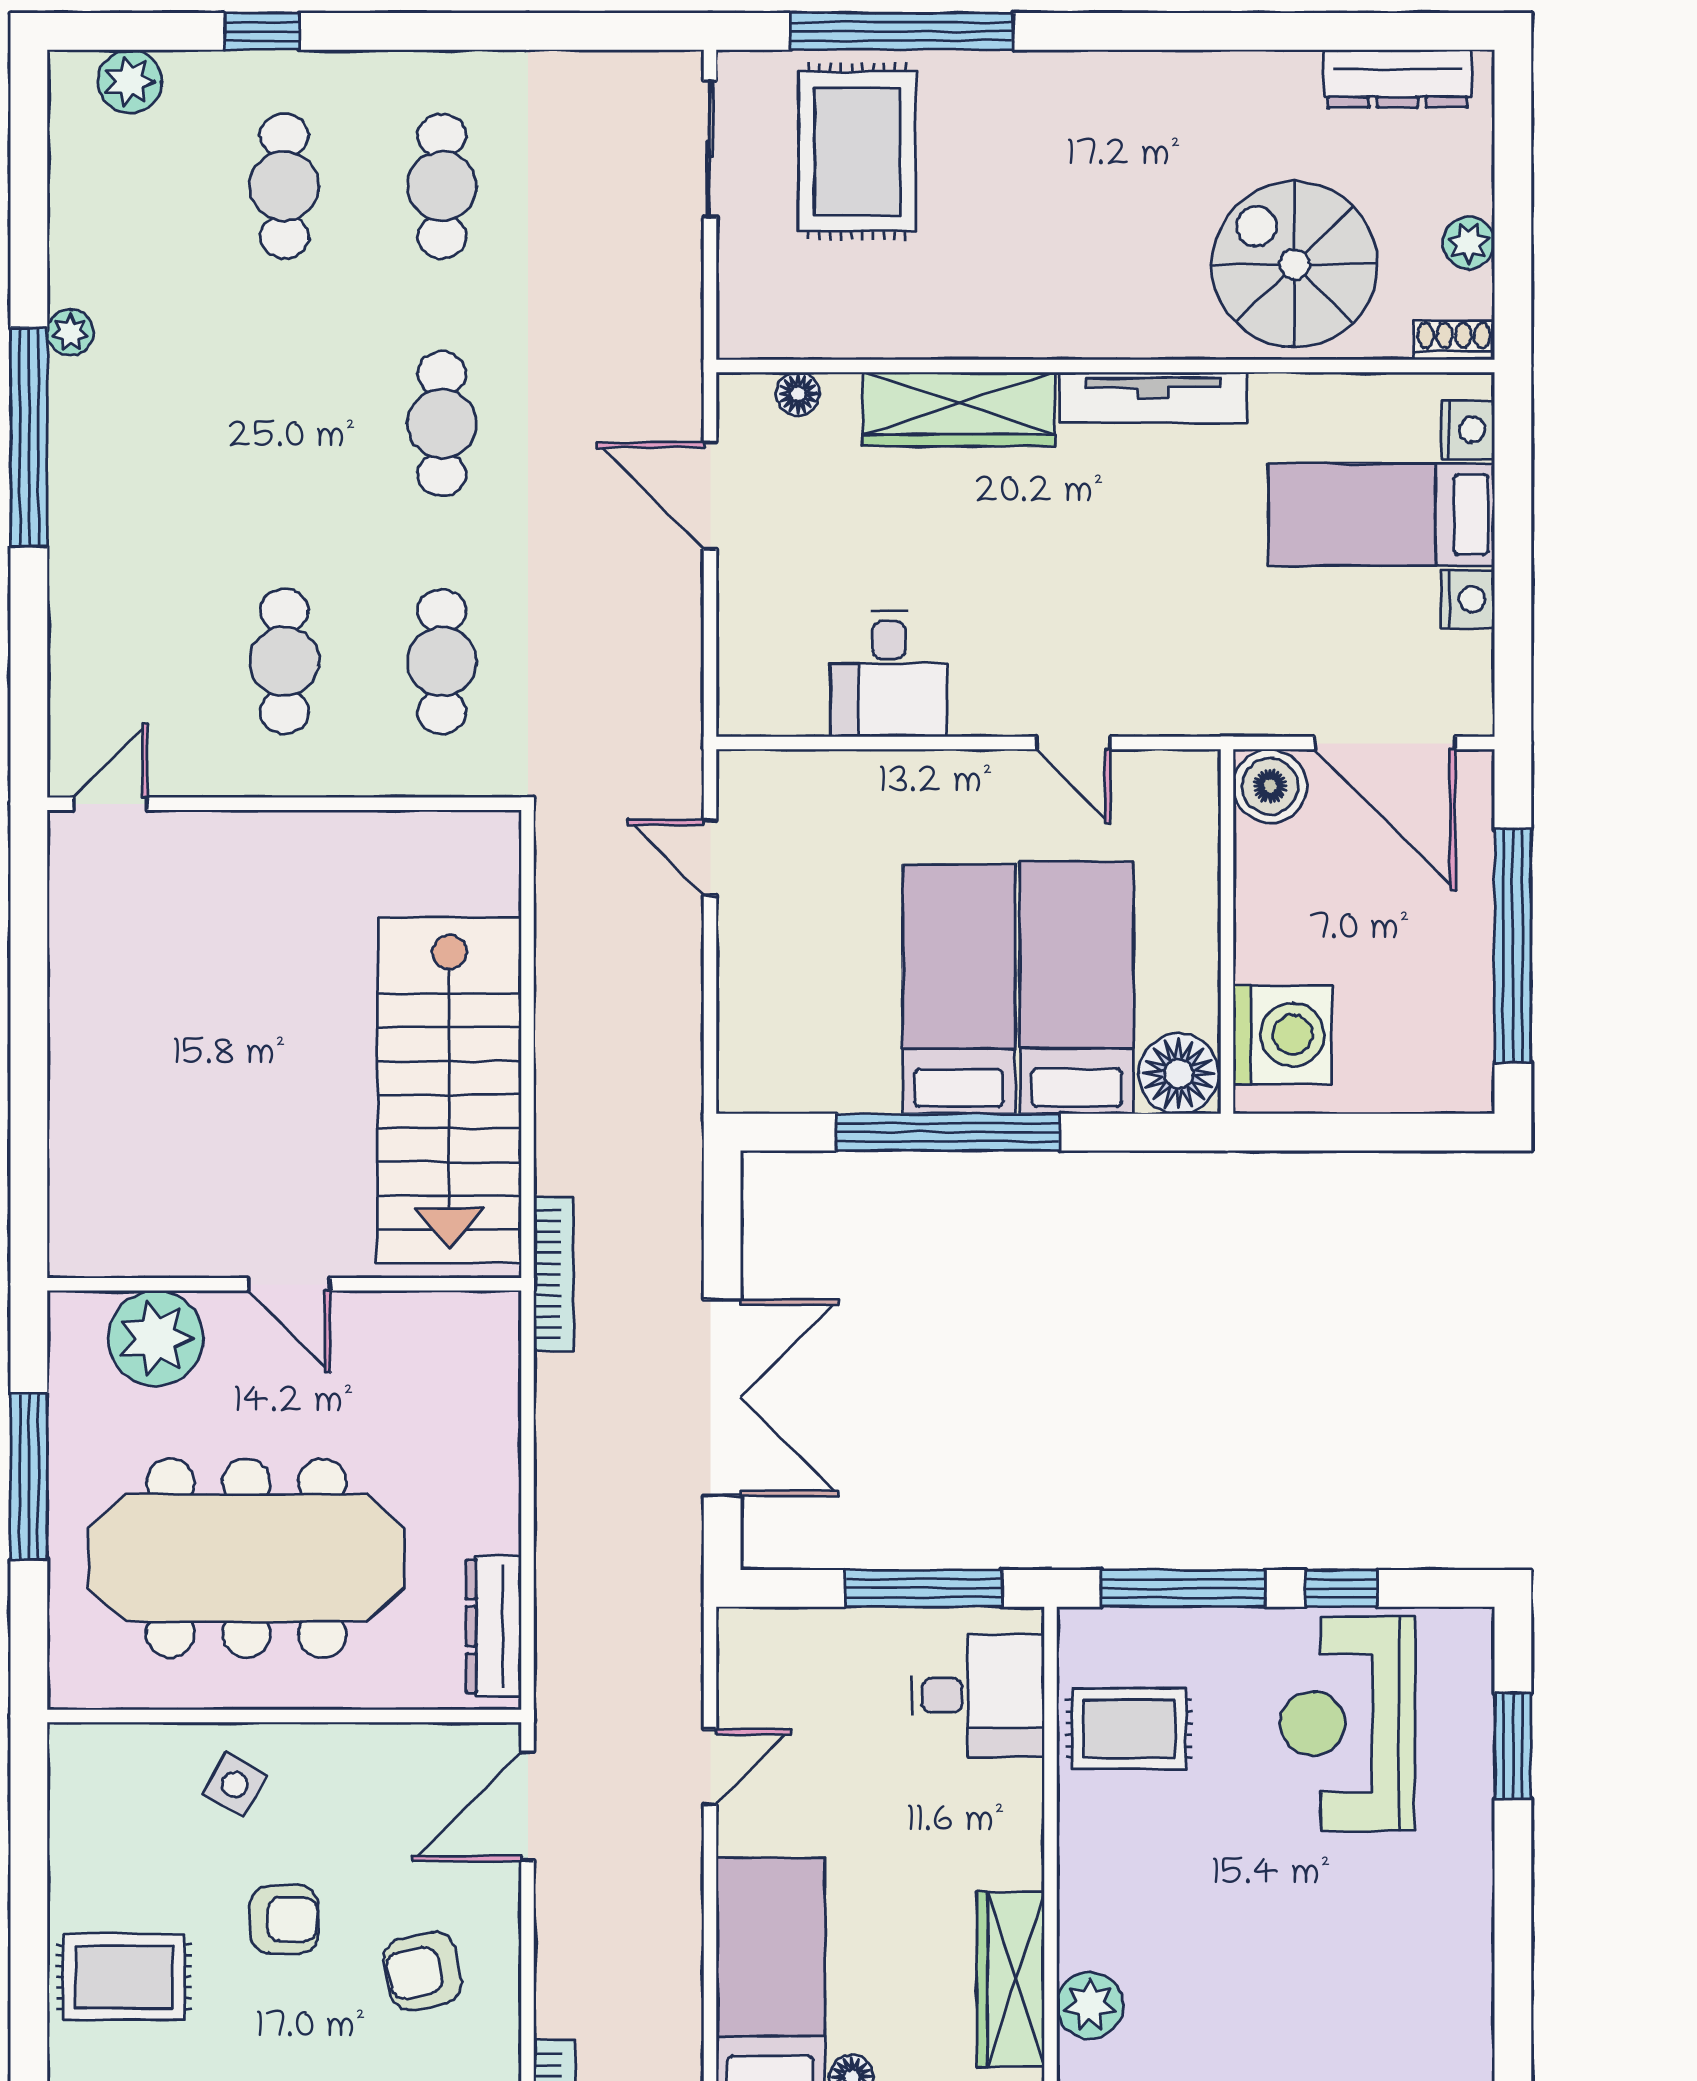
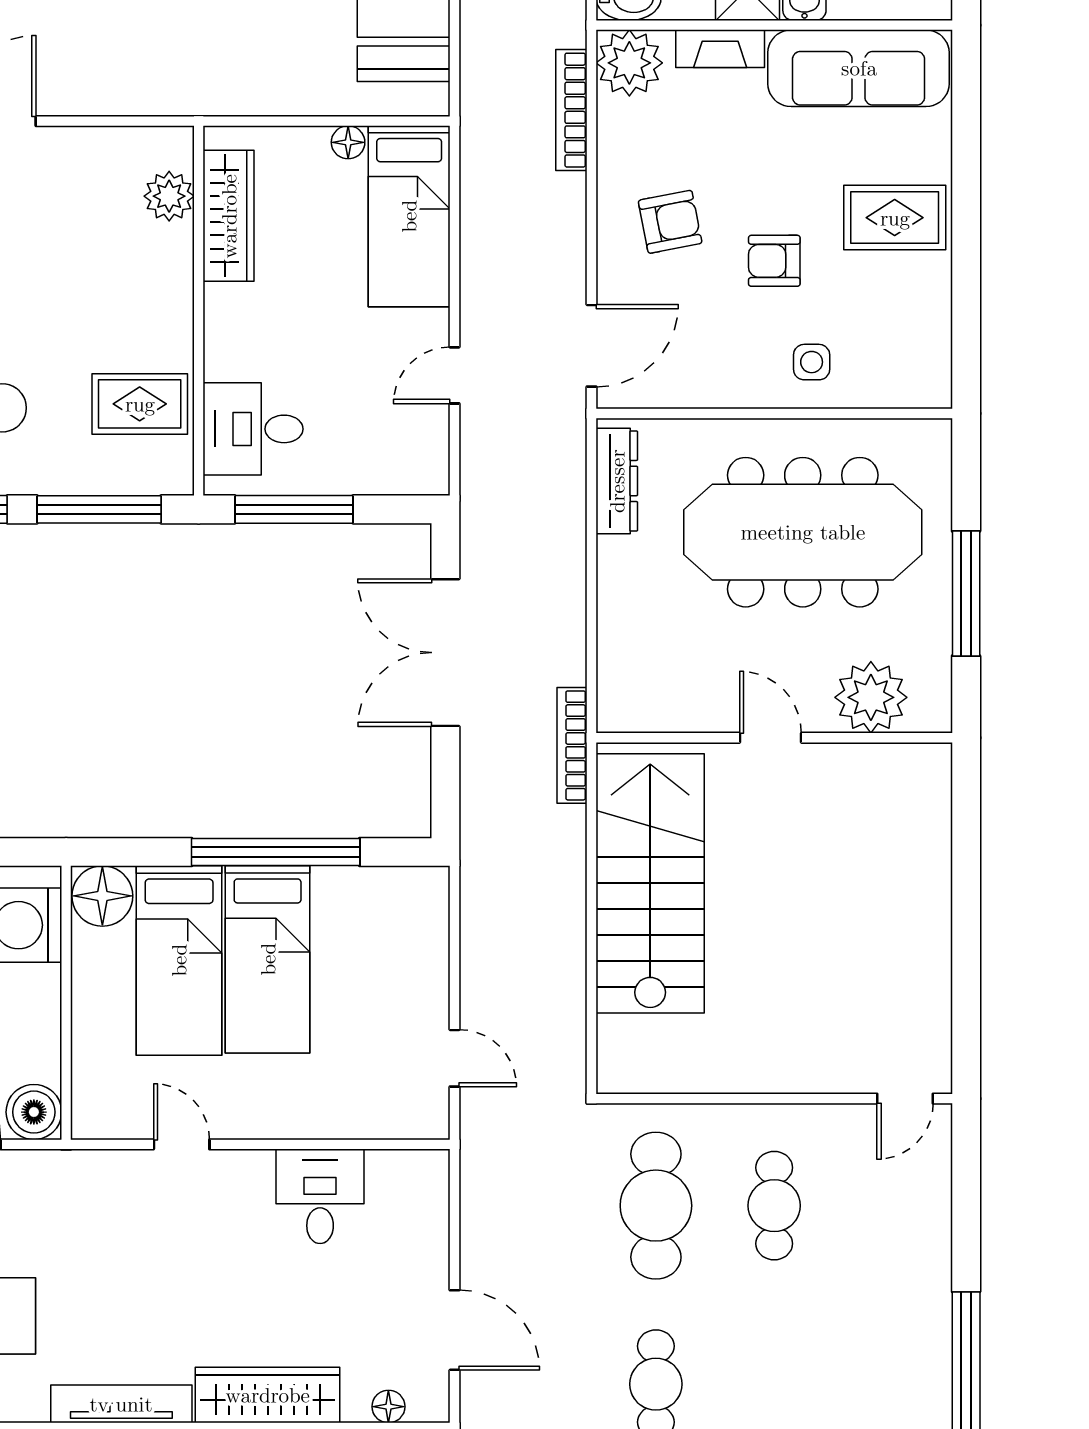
cafe table: (442, 661) -> (656, 1206), width x1.37, depth x1.35
side table: (235, 1784) -> (812, 362), turned -30

